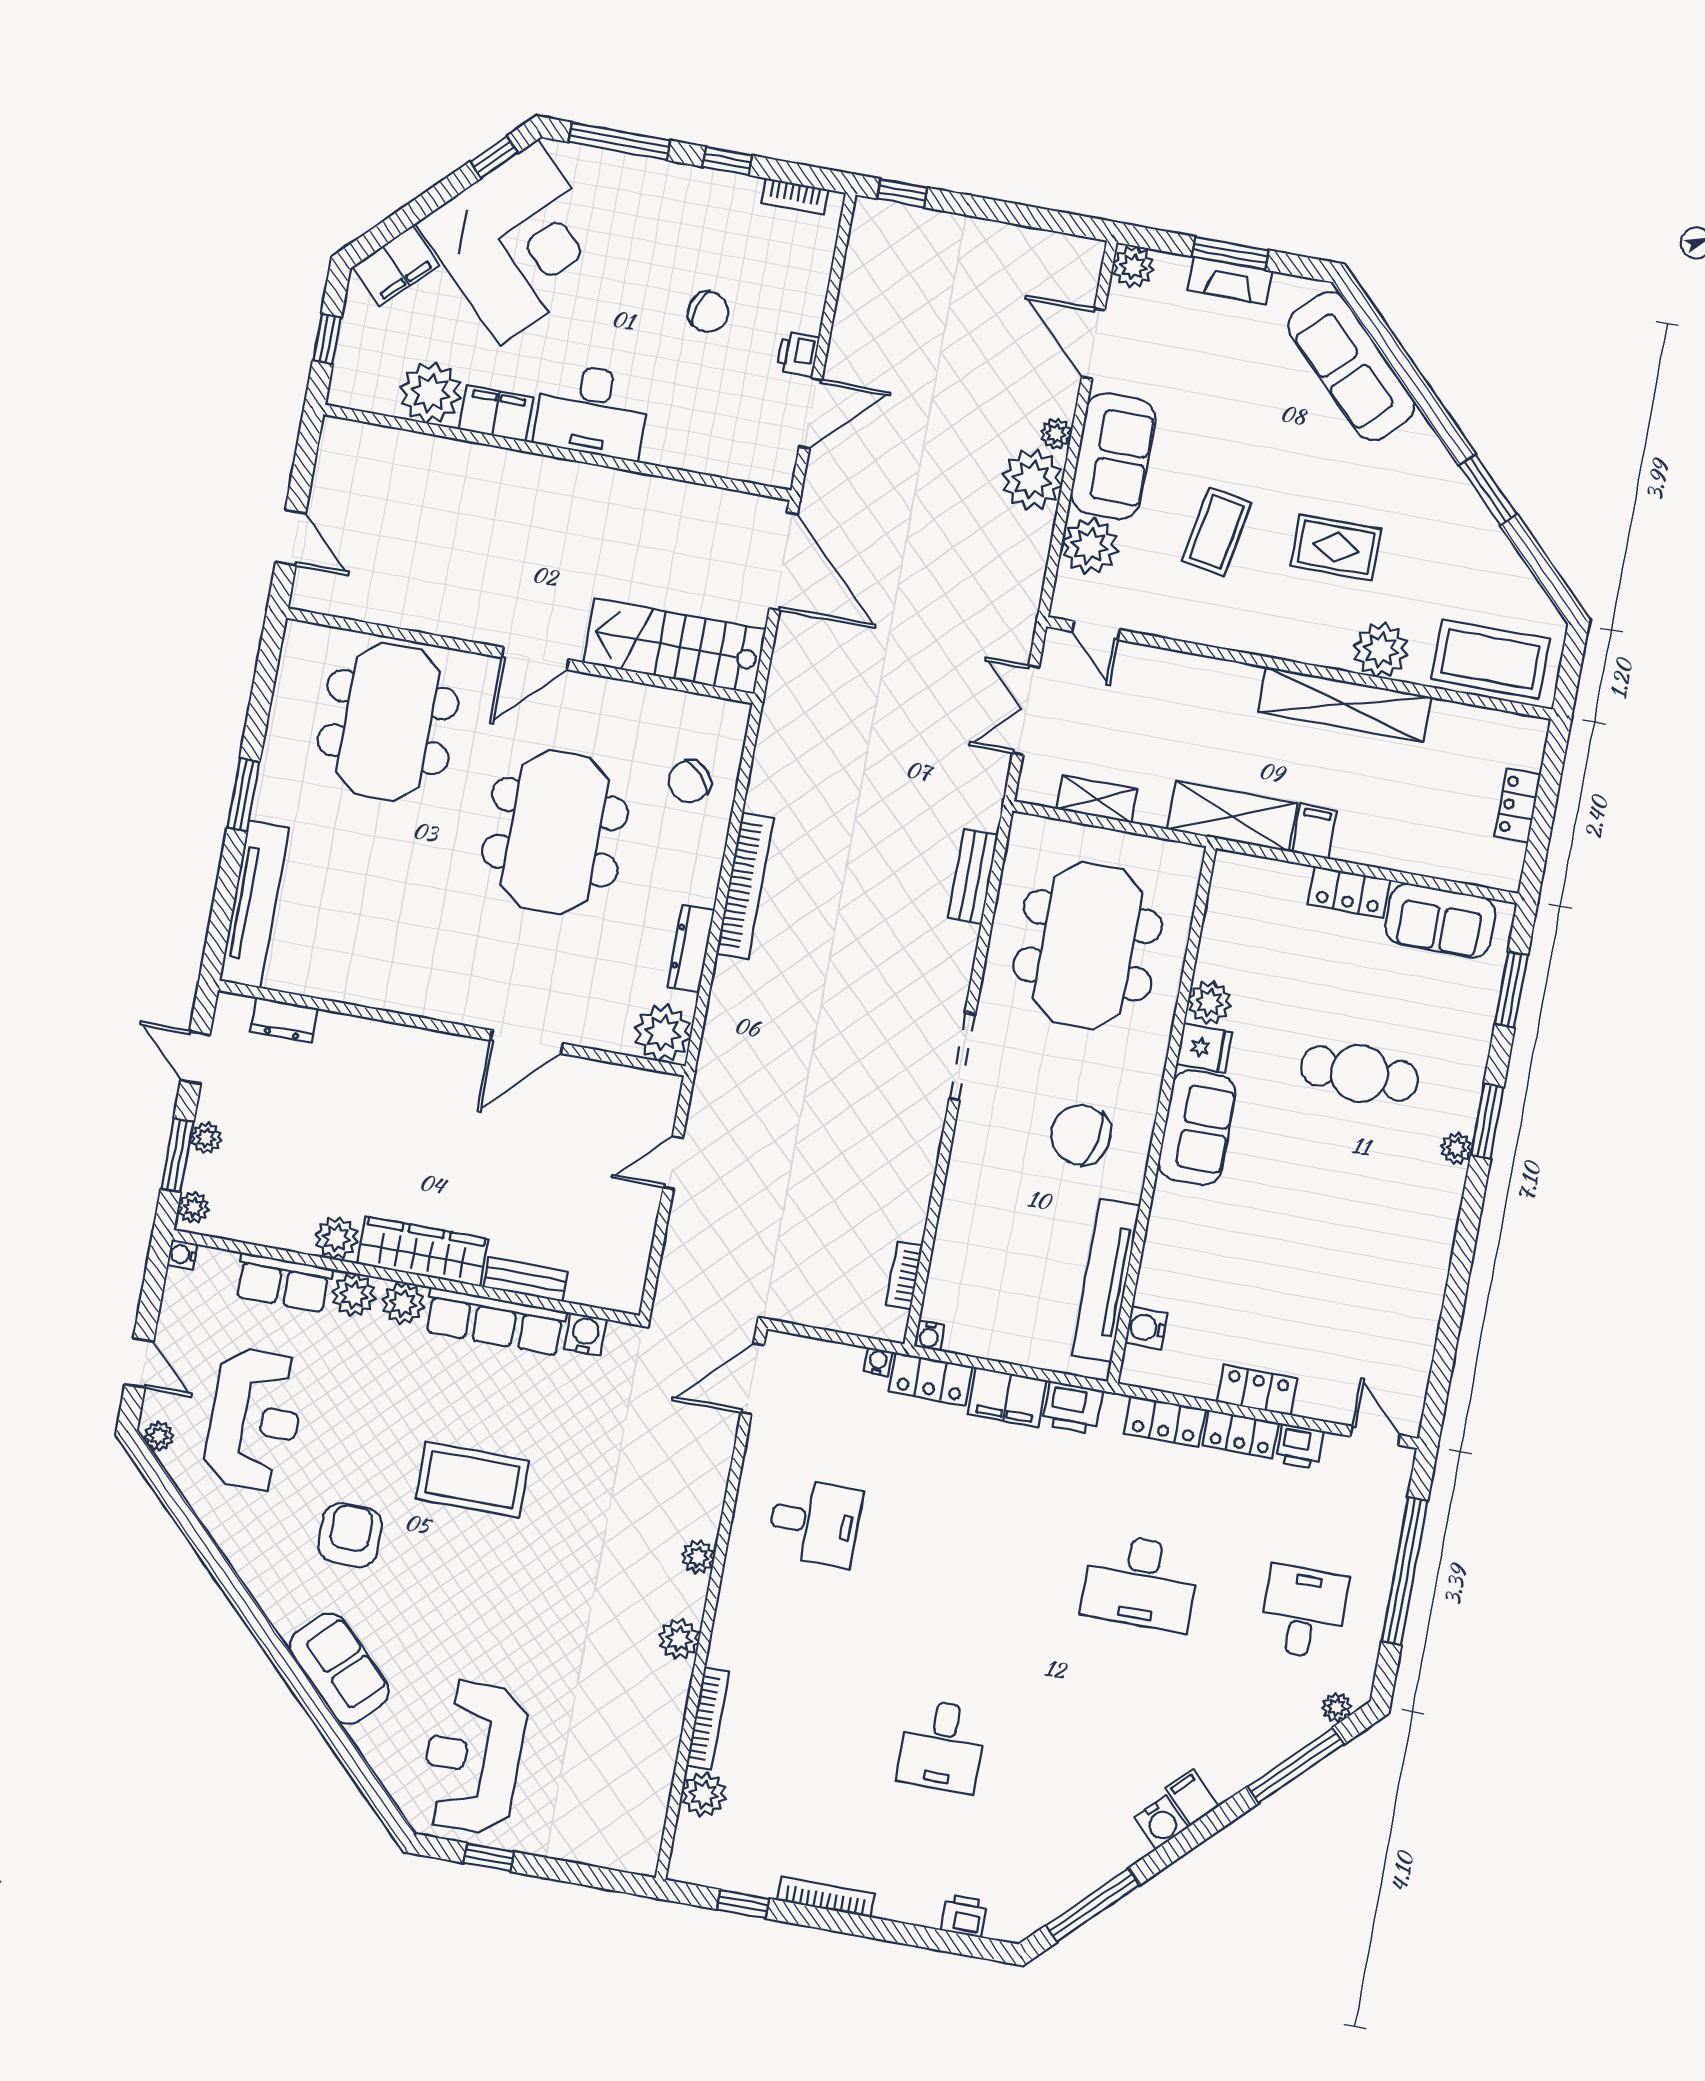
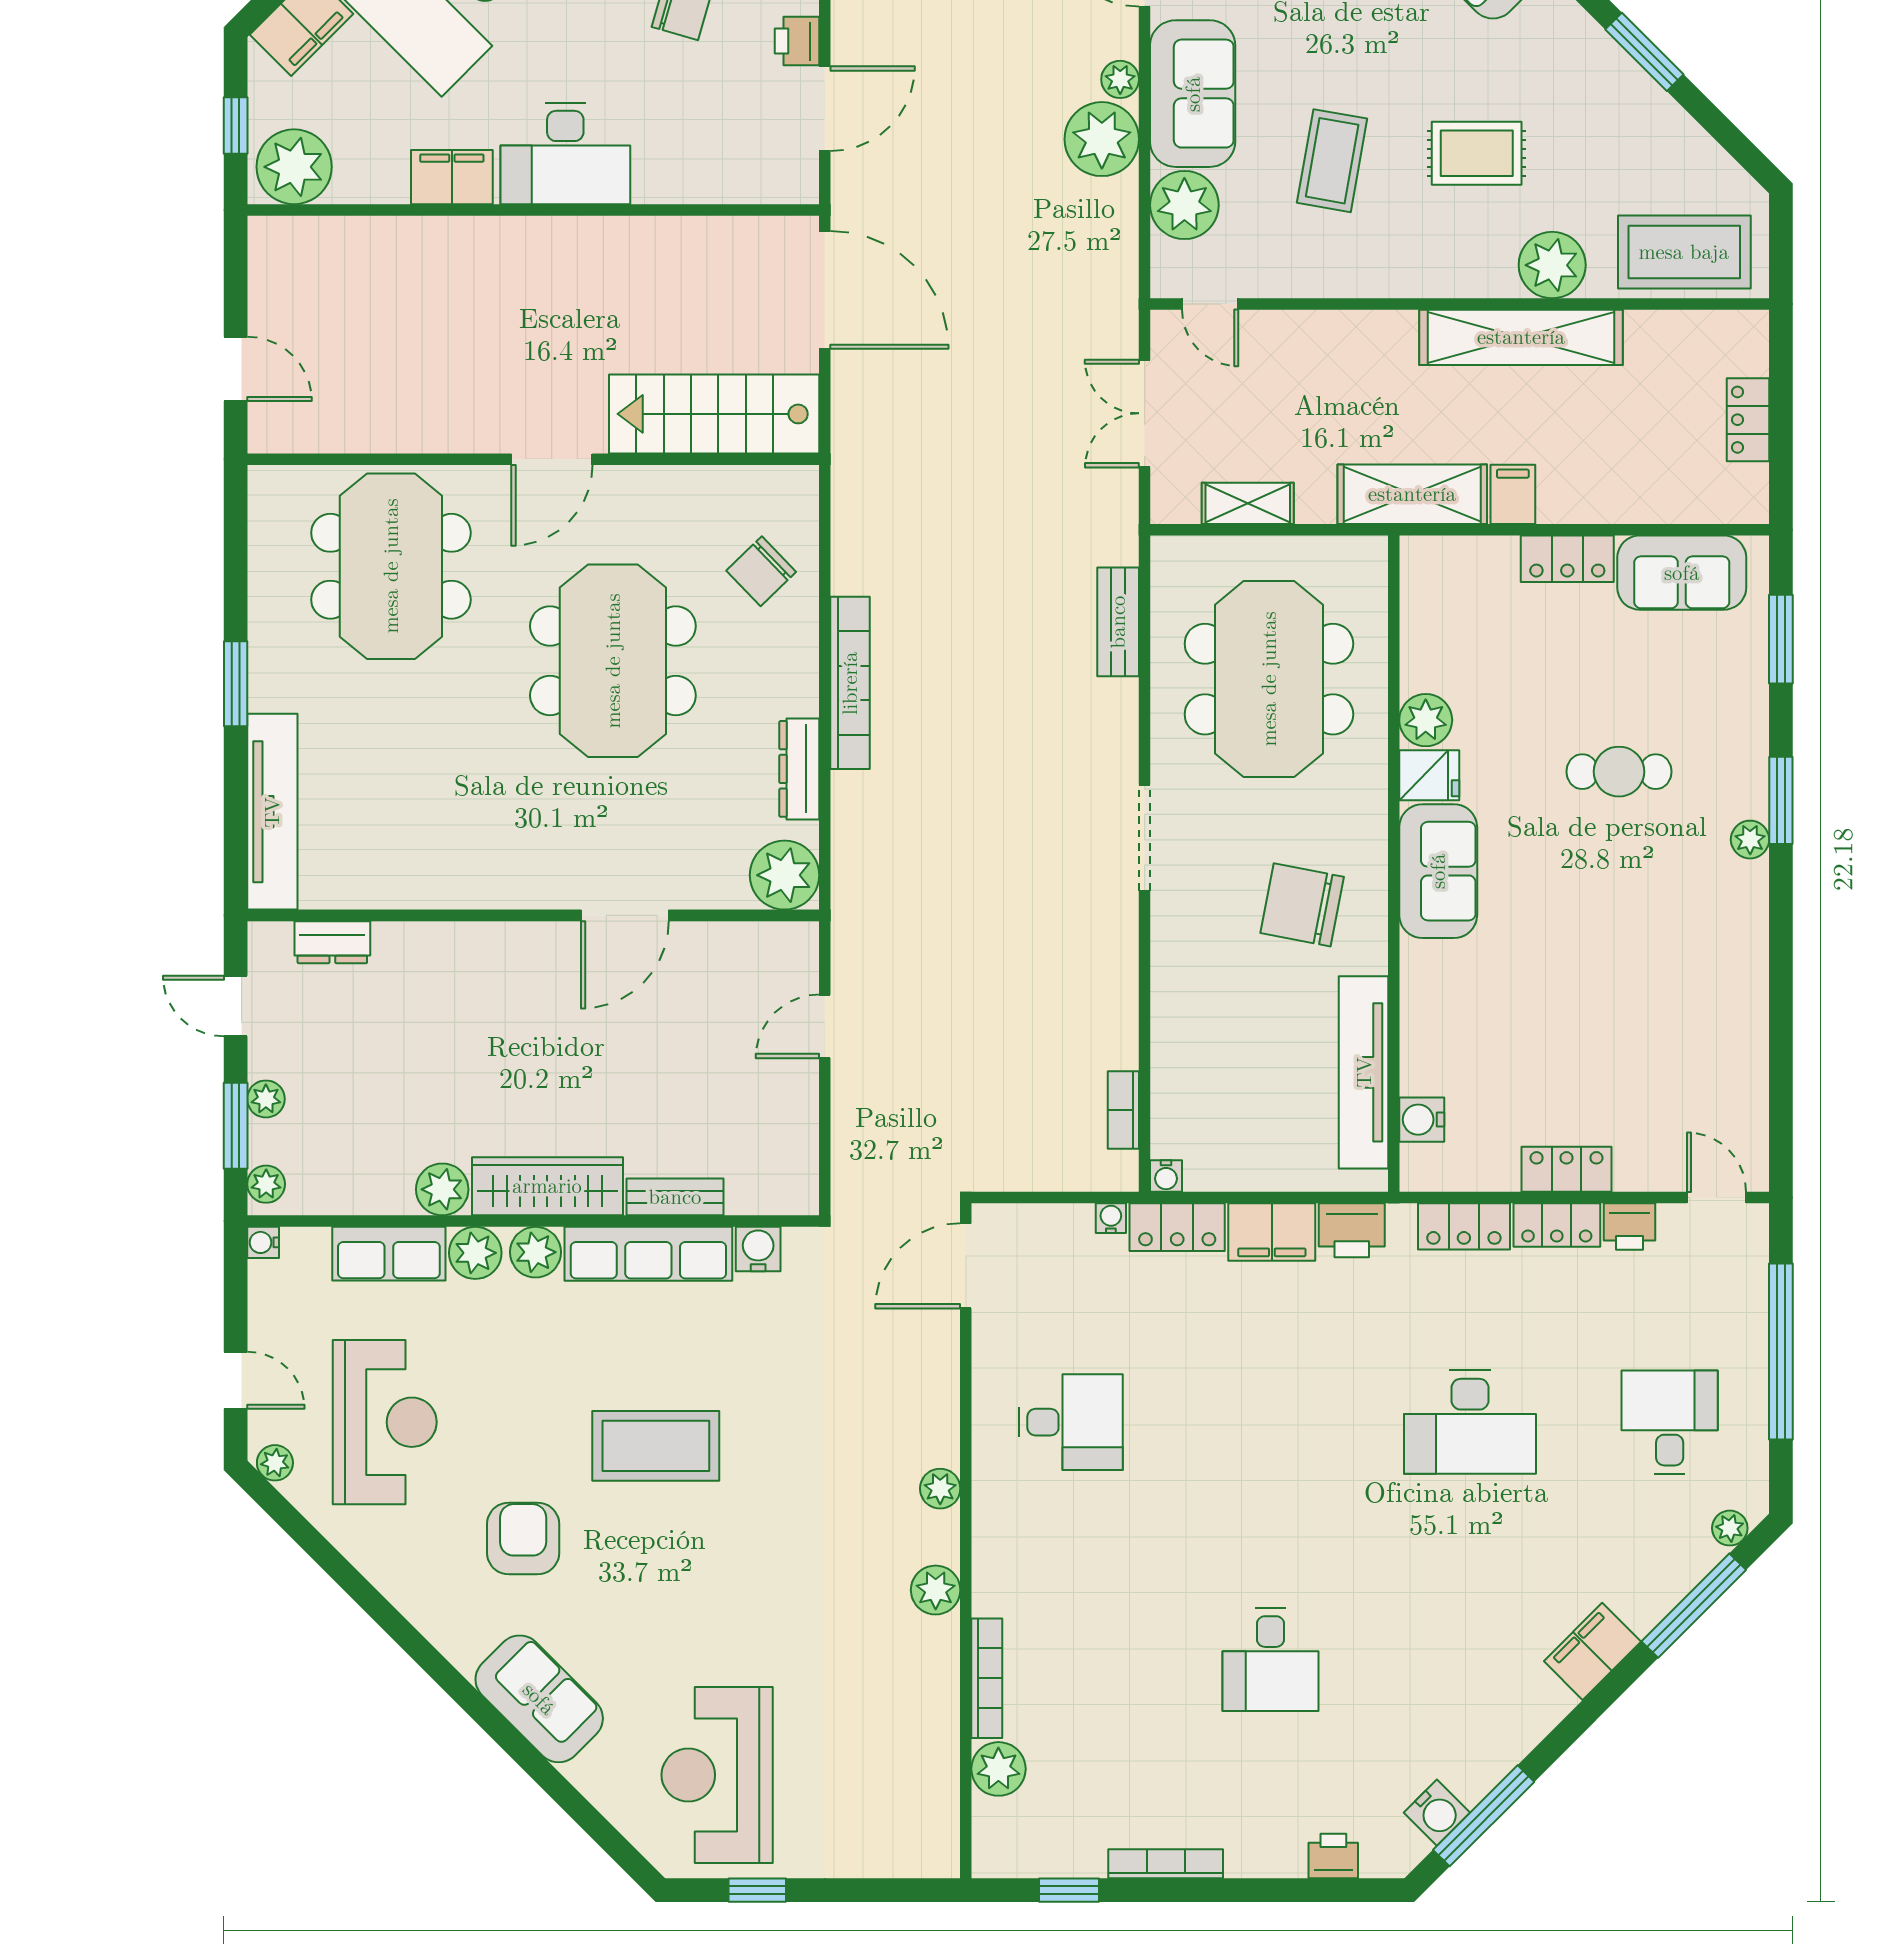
plant: (431, 393) -> (294, 167), moved
cafe table: (1359, 1073) -> (1619, 772), width x0.73, depth x0.74
filing cabinet: (1192, 1797) -> (1592, 1651), width x2.00
water cooler: (1161, 1823) -> (1437, 1813), moved

